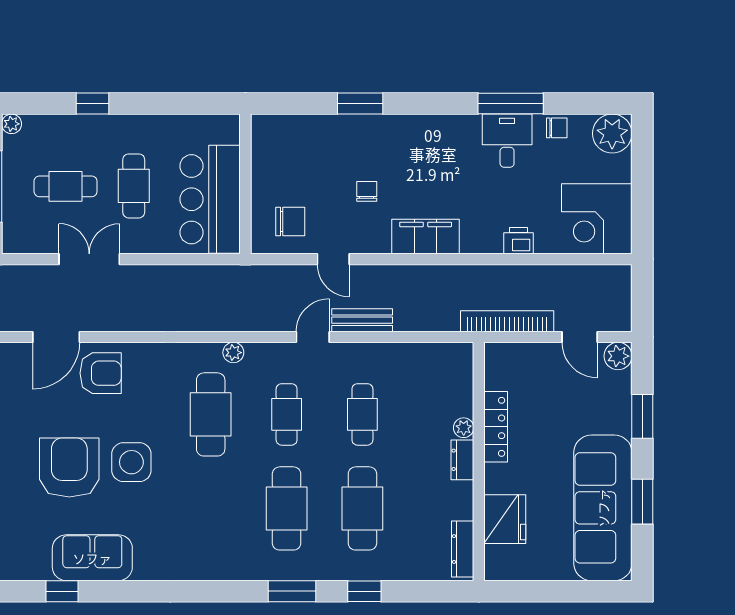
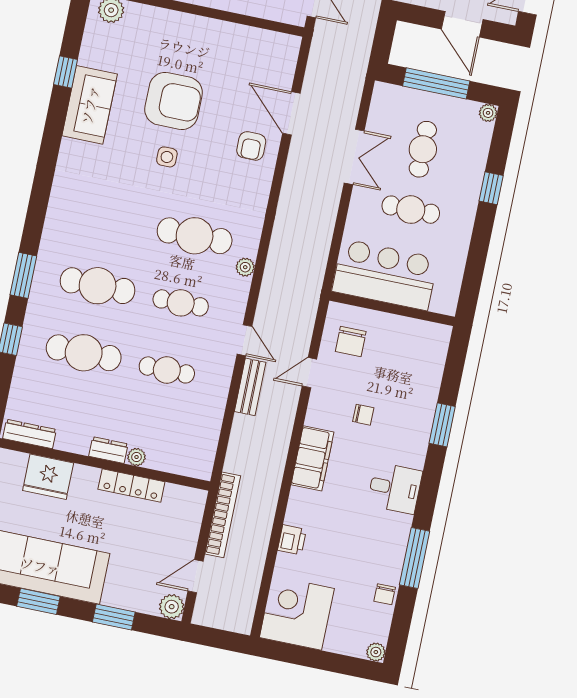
plant: (612, 134) -> (376, 652), width x0.53, depth x0.53
desk: (507, 141) -> (395, 488), moved
armchair: (101, 373) -> (251, 146), width x0.72, depth x0.72
side table: (131, 462) -> (167, 157), width x0.54, depth x0.54

